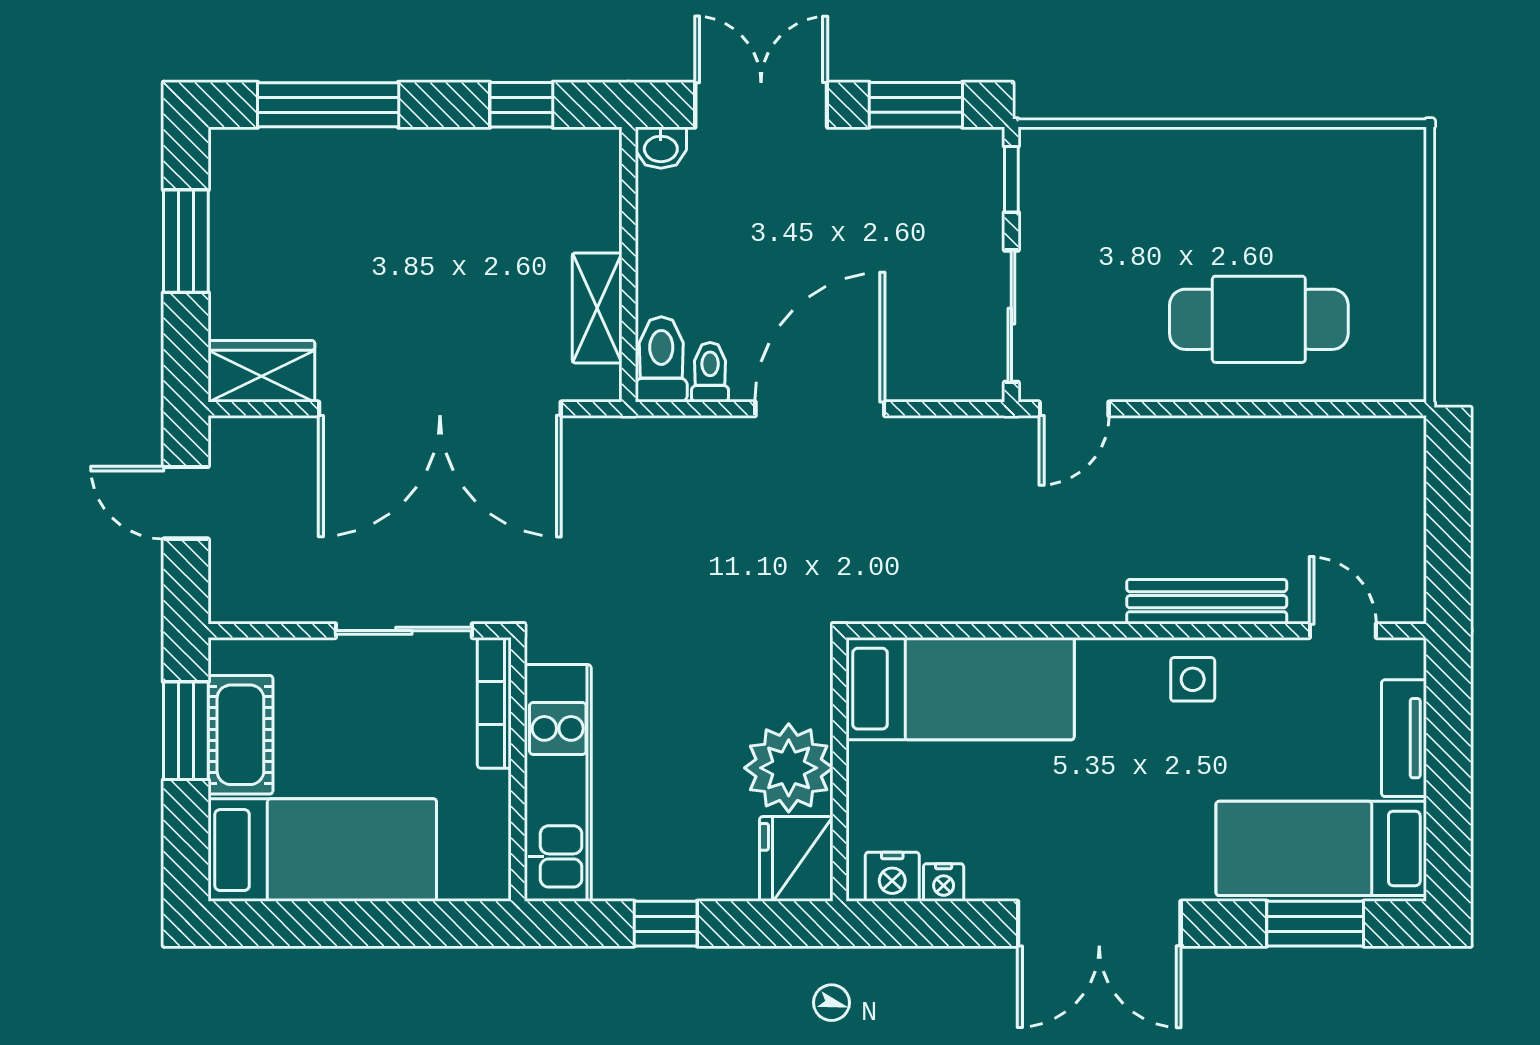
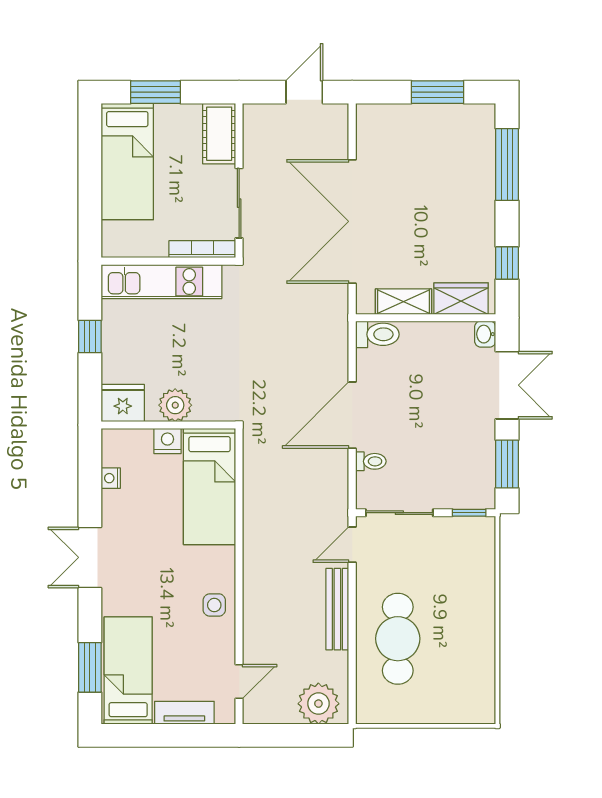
wardrobe: (261, 371) -> (461, 299), moved, turned -90
toilet: (710, 372) -> (371, 461), moved
door: (820, 409) -> (352, 415), swing flipped
door: (1074, 409) -> (352, 545), hinge flipped
plant: (1386, 475) -> (318, 704), added
bench: (1207, 602) -> (337, 609), moved
window: (186, 731) -> (155, 92), moved
cot: (240, 735) -> (219, 134), moved, turned 90
plant: (789, 768) -> (175, 405), width x0.73, depth x0.73
nightstand: (892, 877) -> (167, 441), moved, turned 90
double door: (1099, 924) -> (90, 557), width x0.73

